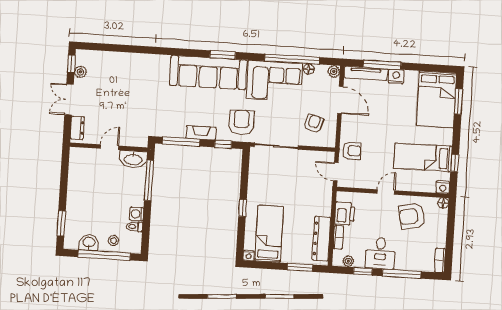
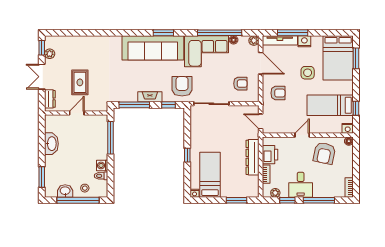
rug: (116, 110) -> (80, 82), added
side table: (398, 115) -> (308, 73), added
armchair: (314, 124) -> (240, 84), turned 73
armchair: (352, 151) -> (278, 93), moved
washbasin: (133, 159) -> (51, 144), moved, turned -90
armchair: (412, 216) -> (324, 153), turned -66
dresser: (321, 239) -> (252, 157), moved

